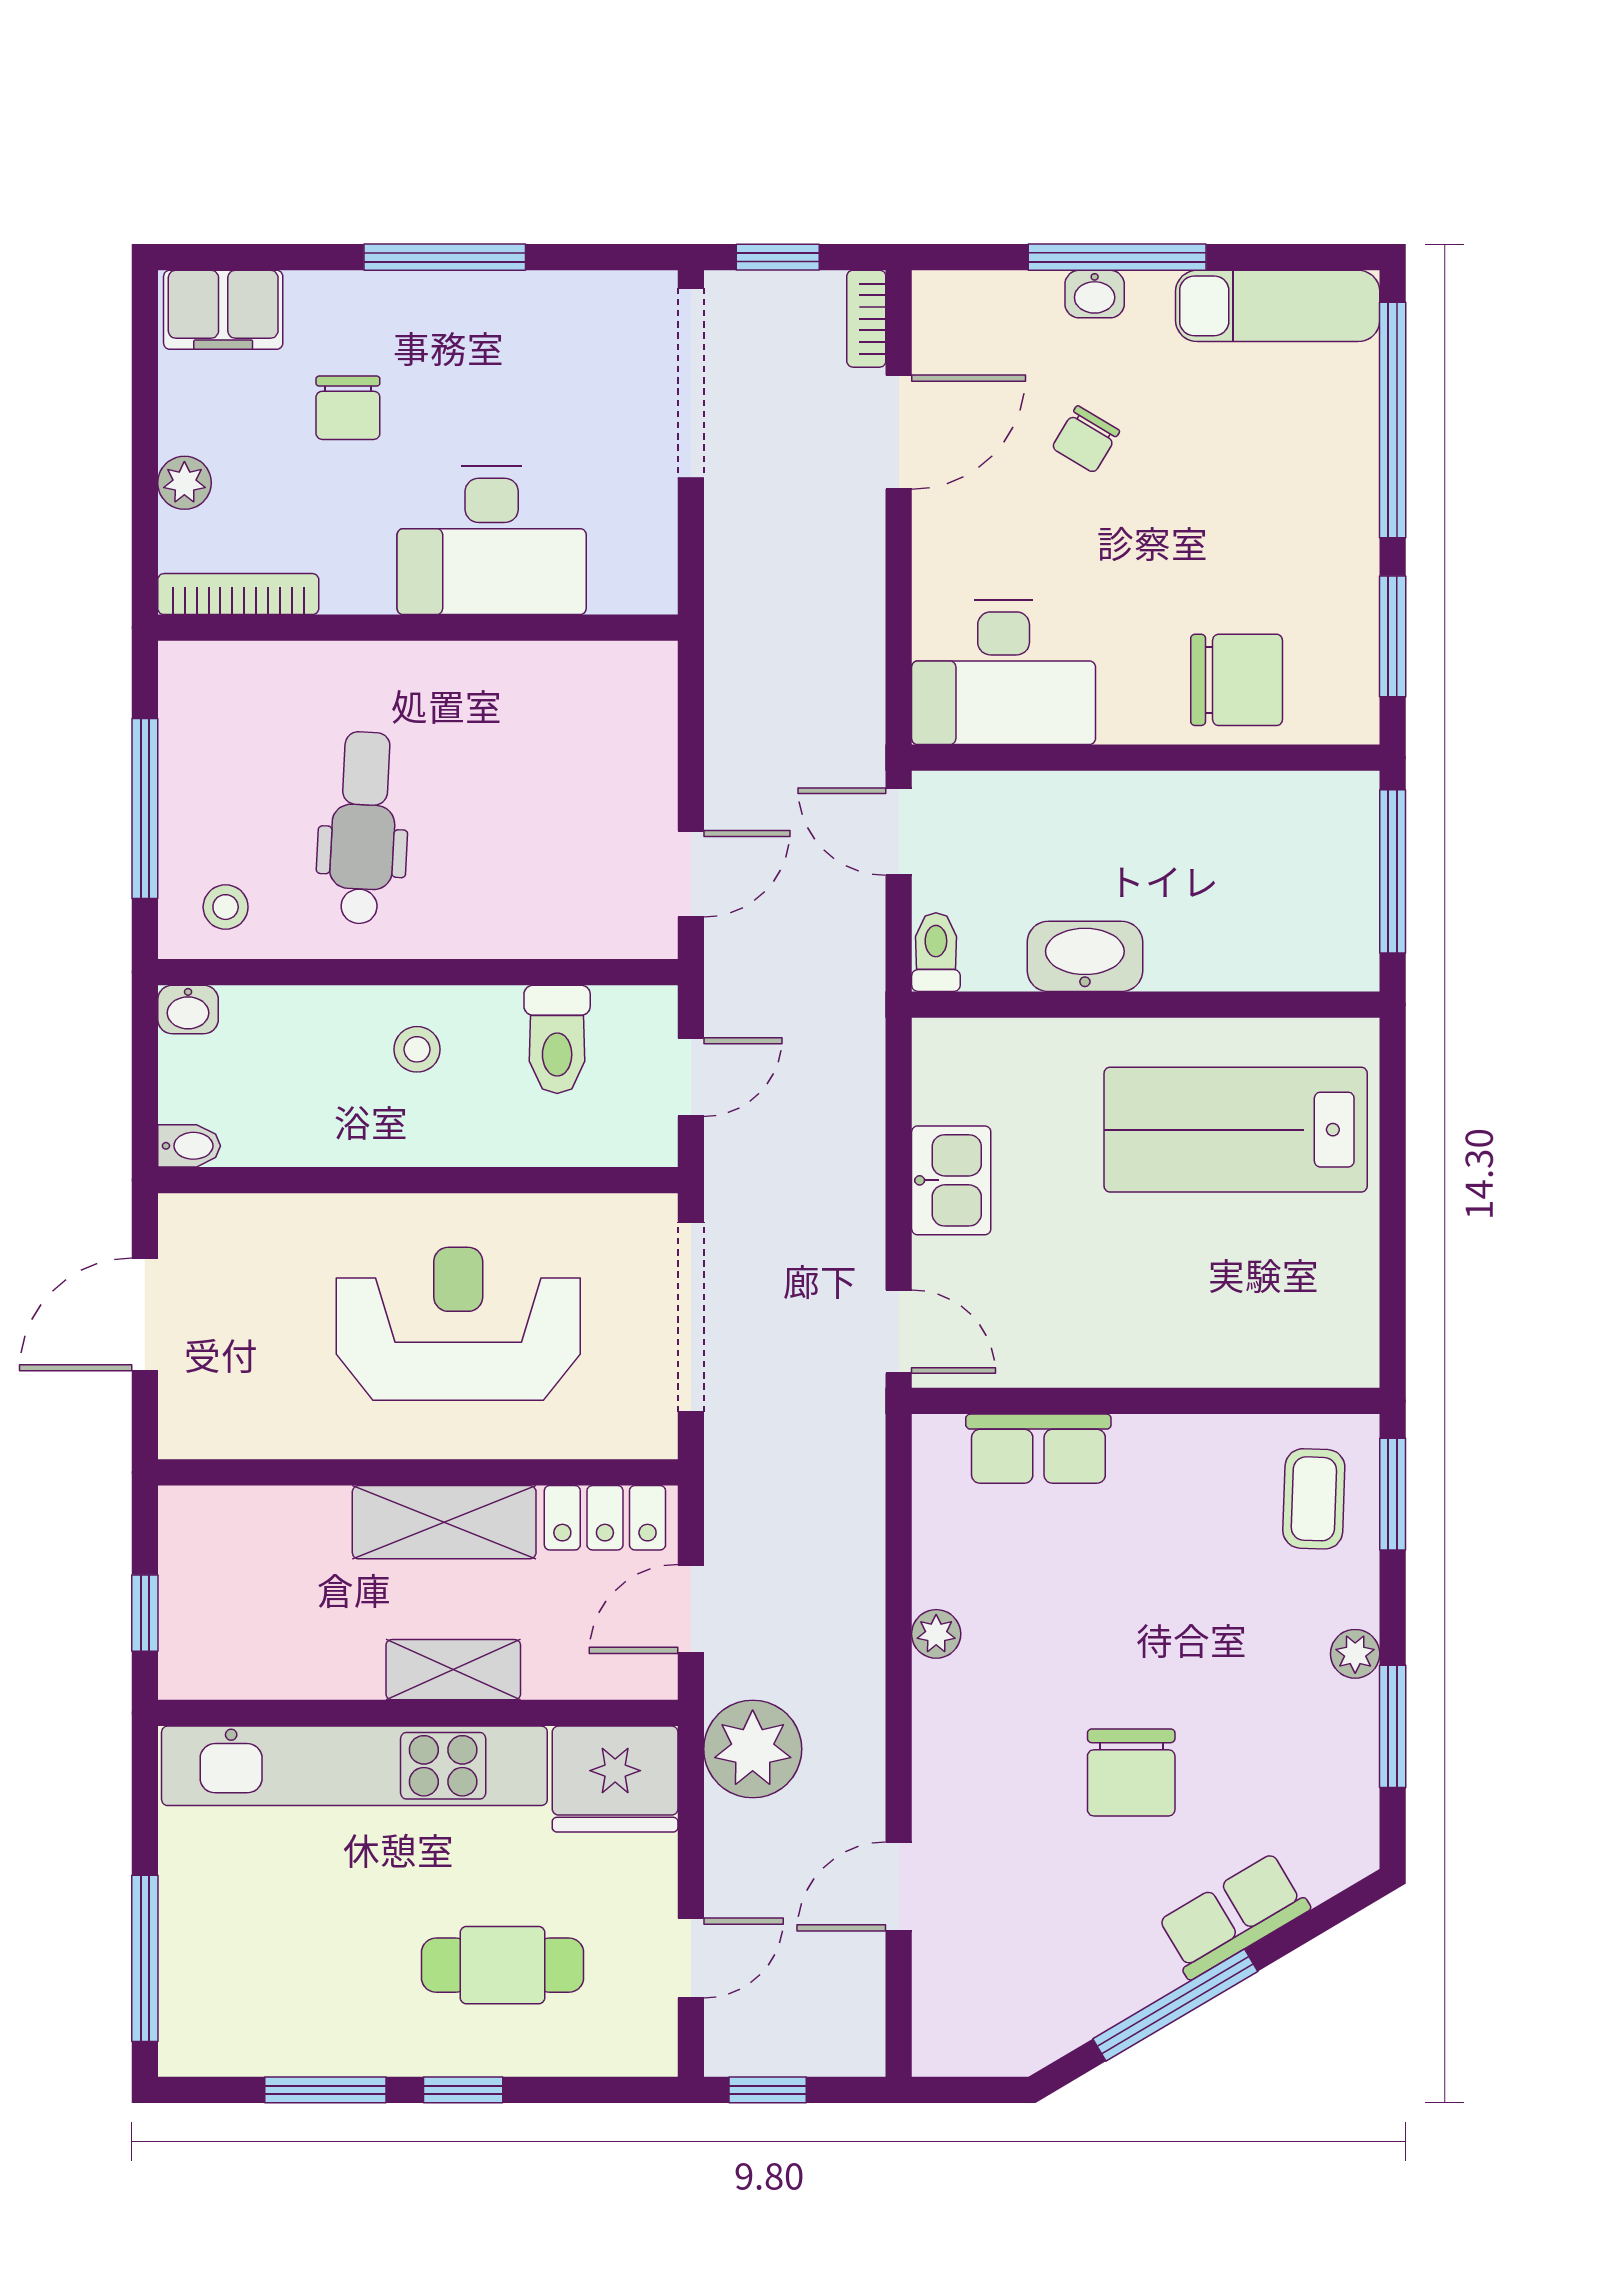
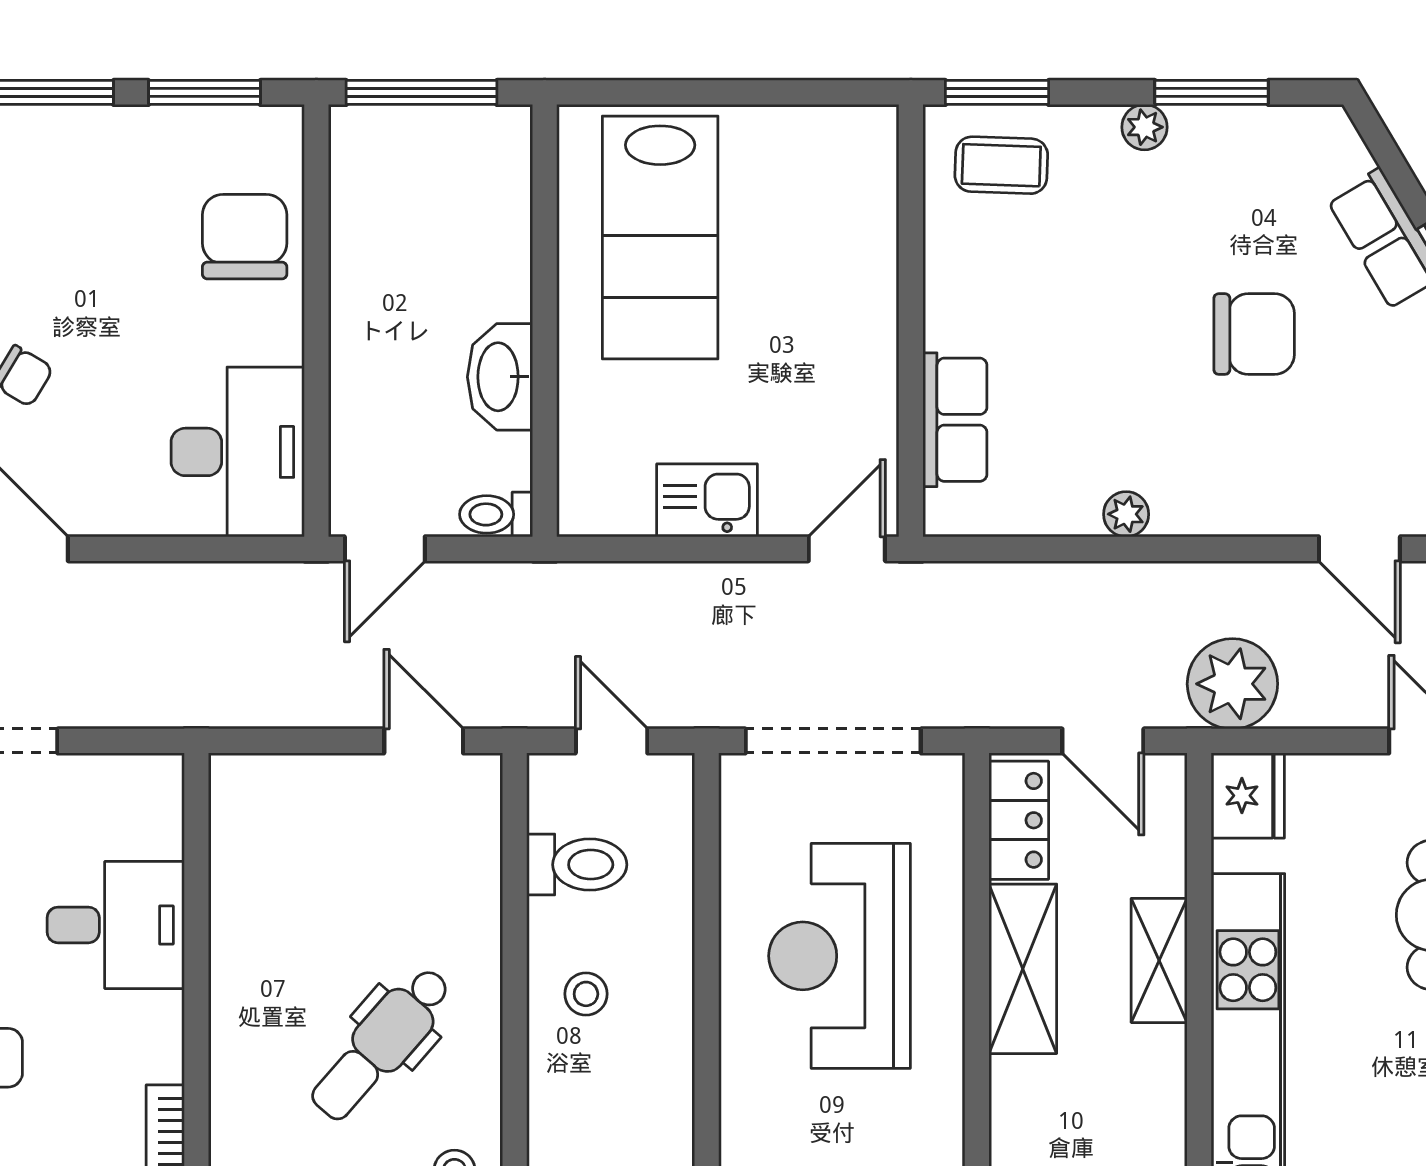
desk: (492, 540) -> (116, 925), width x0.73
dental chair: (363, 828) -> (381, 1044), turned -52
fridge: (615, 1779) -> (1248, 796), width x0.73, depth x0.75

